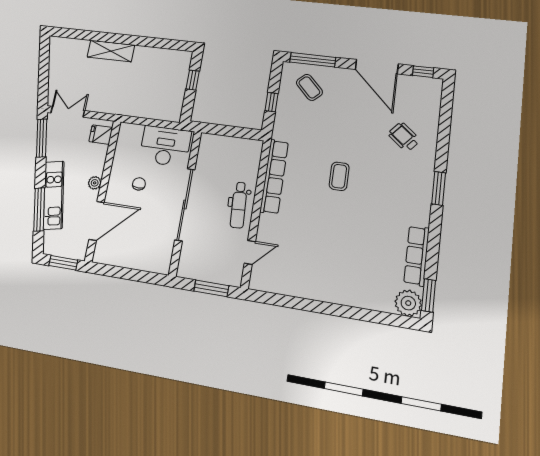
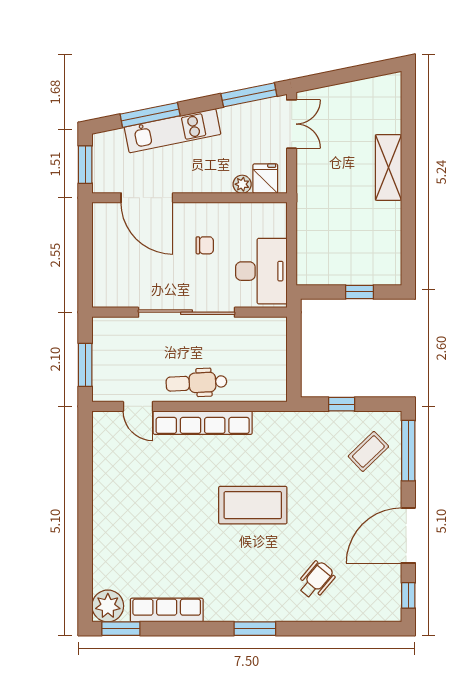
coffee table: (339, 176) -> (253, 505), width x1.86, depth x1.72
row of seats: (274, 177) -> (203, 423), moved
plant: (95, 183) -> (242, 184), moved

